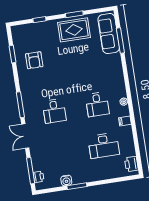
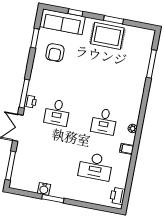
sofa: (109, 34) -> (62, 22), moved, turned -90
printer: (38, 177) -> (30, 102), moved

